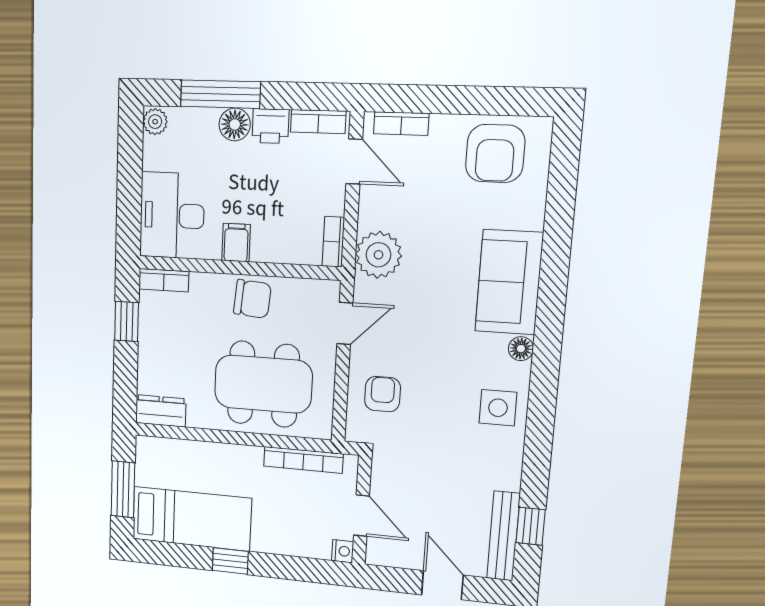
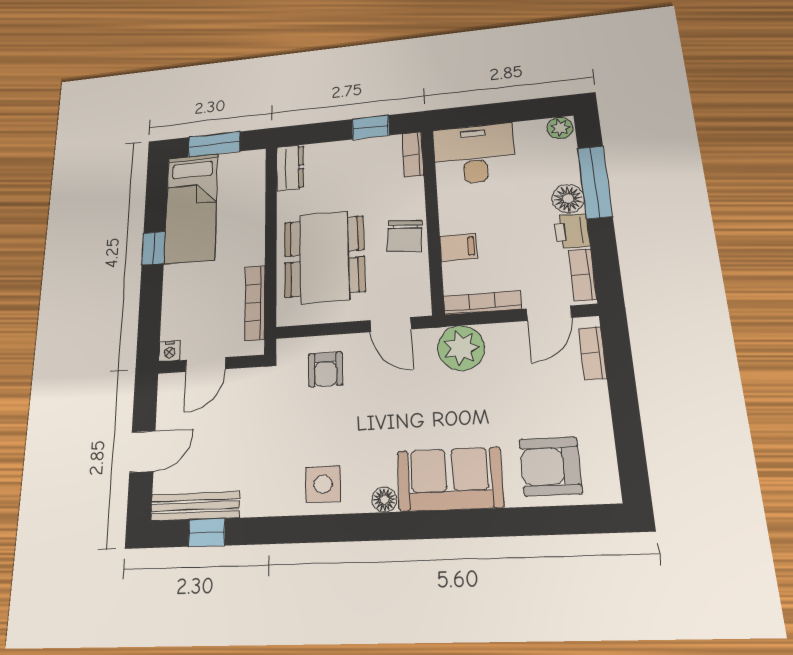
armchair: (495, 153) -> (550, 466), moved
bookcase: (333, 242) -> (482, 303), width x1.56
filing cabinet: (236, 243) -> (459, 247), moved
armchair: (383, 394) -> (326, 369), turned 90

